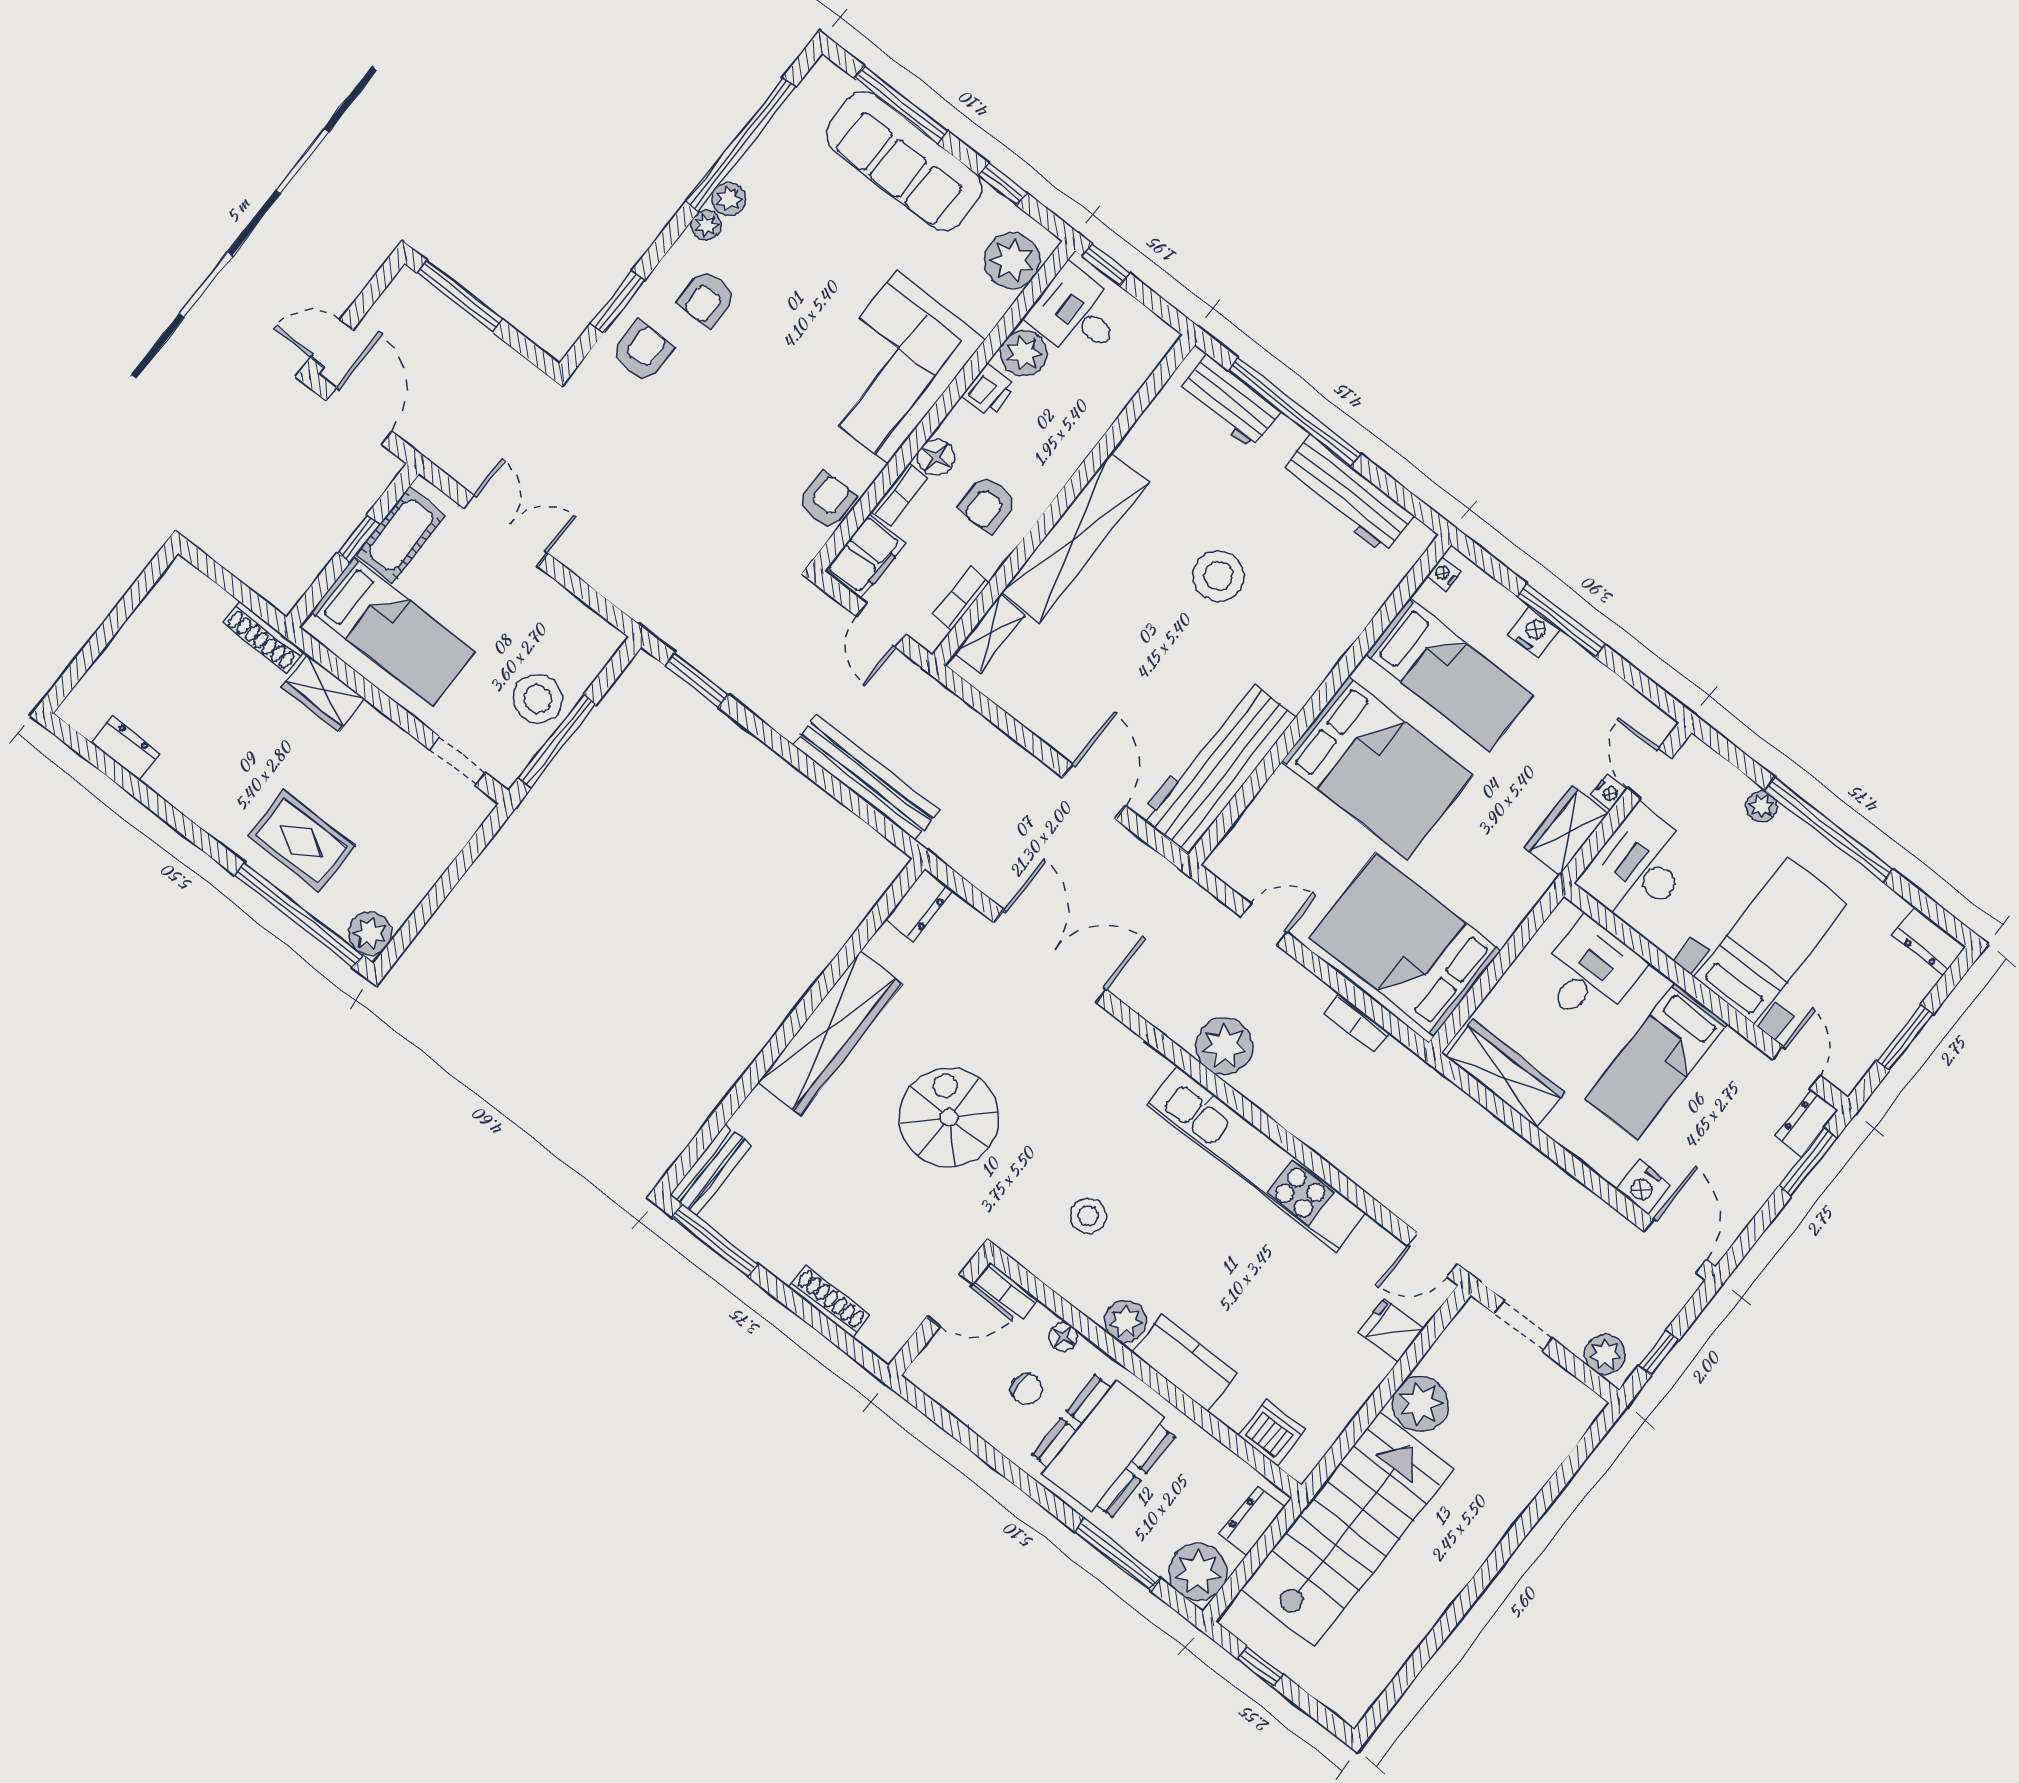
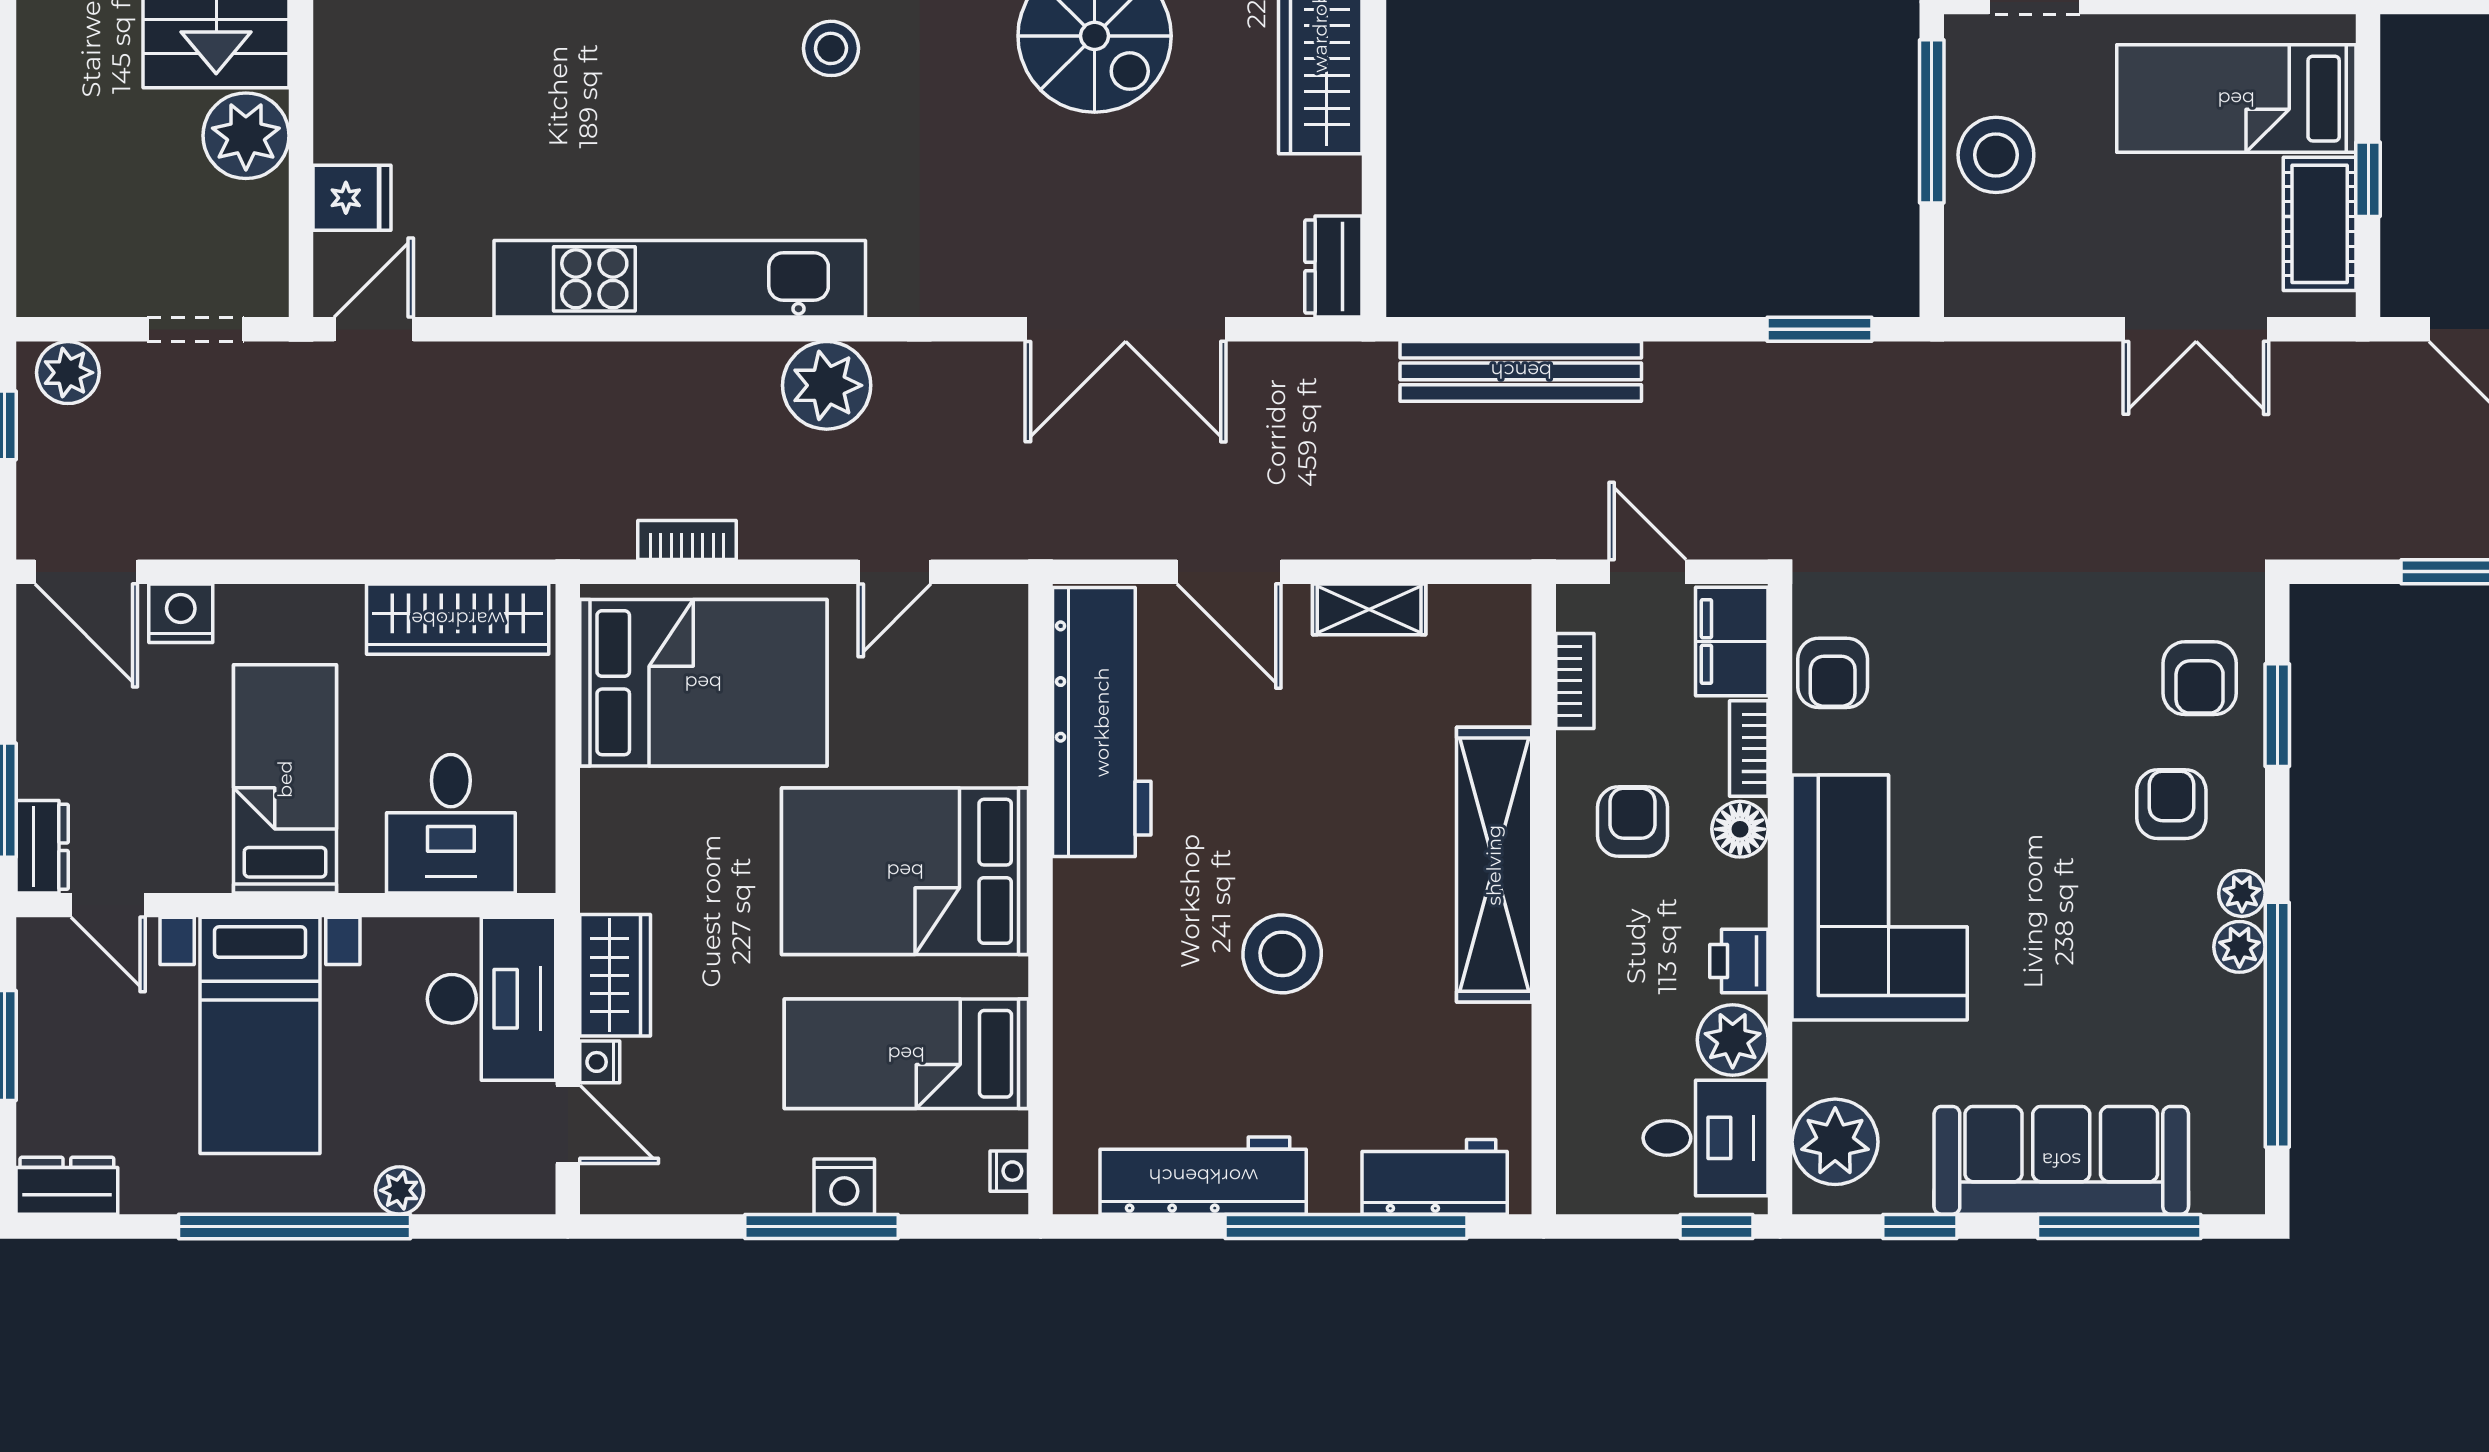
shelving: (990, 634) -> (1369, 609), moved, turned 90

